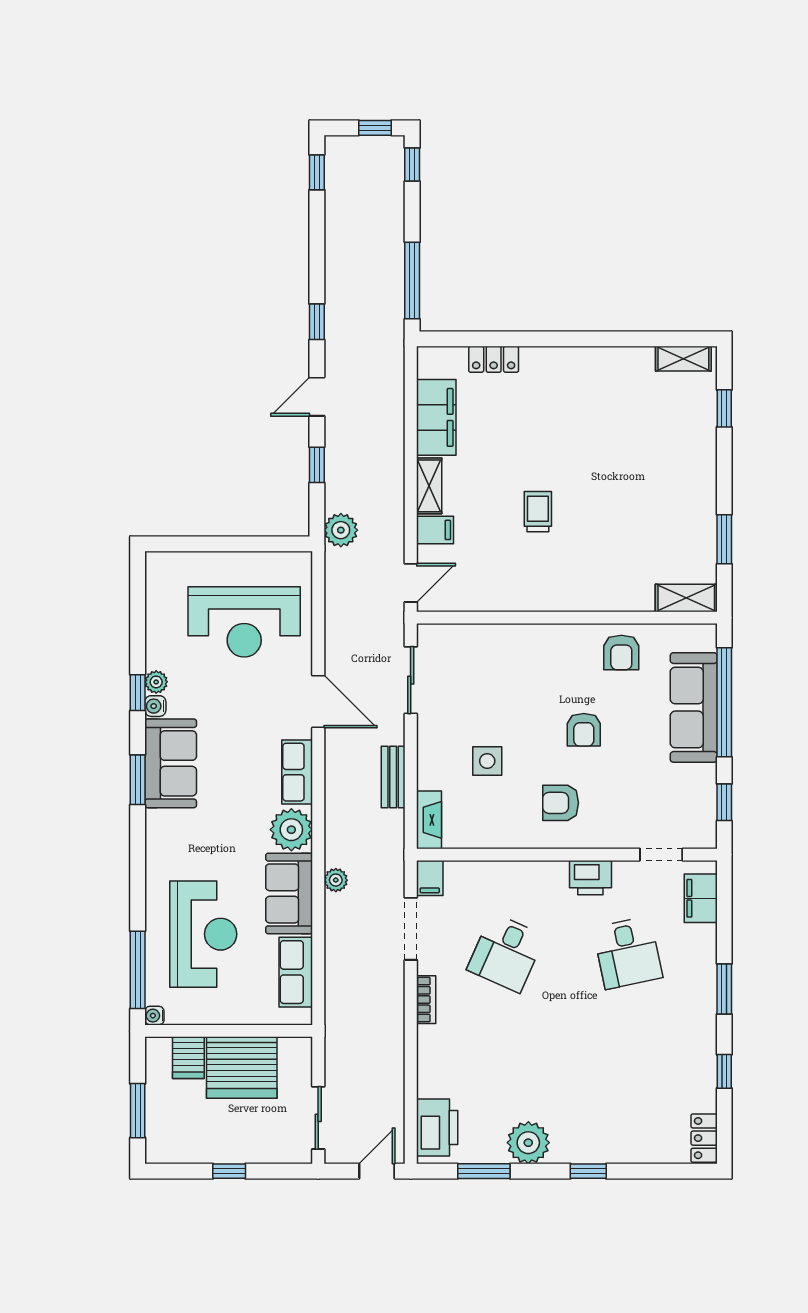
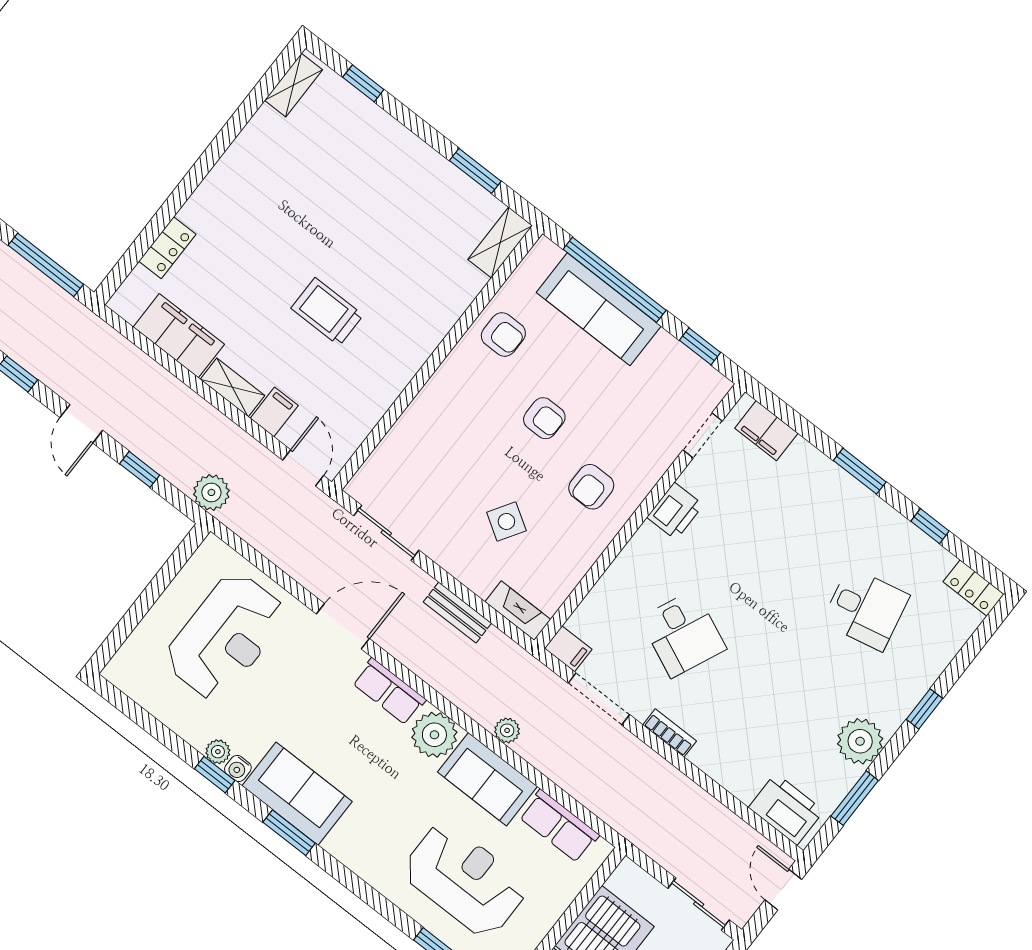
trolley: (538, 512) -> (327, 312), width x1.36, depth x1.39
side table: (487, 761) -> (506, 521), turned 32
desk: (628, 953) -> (866, 609), moved

